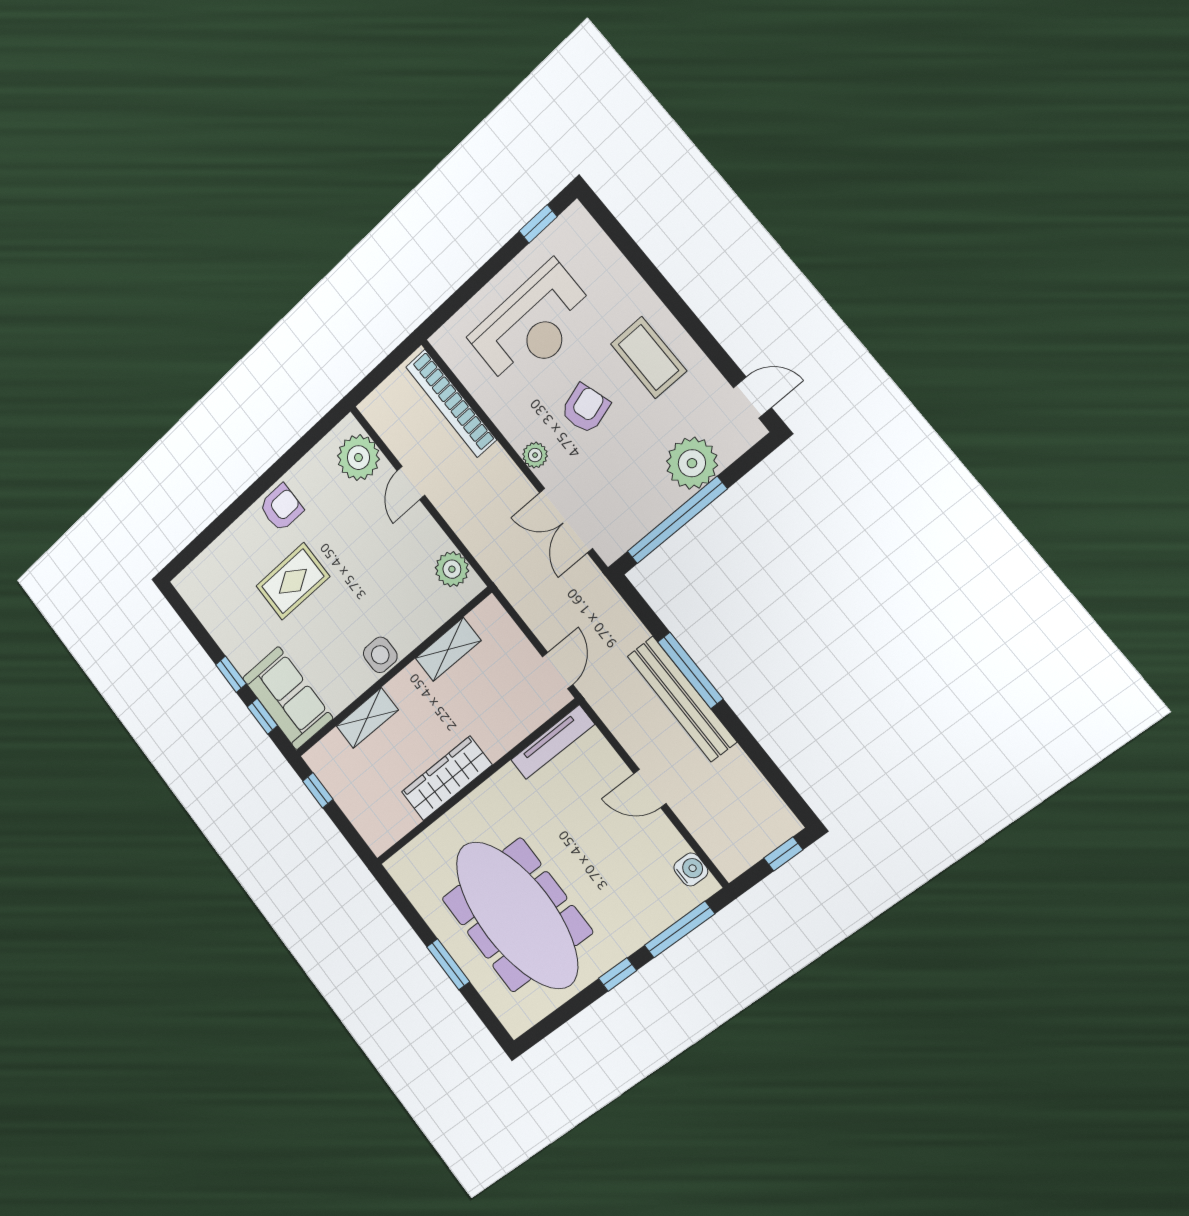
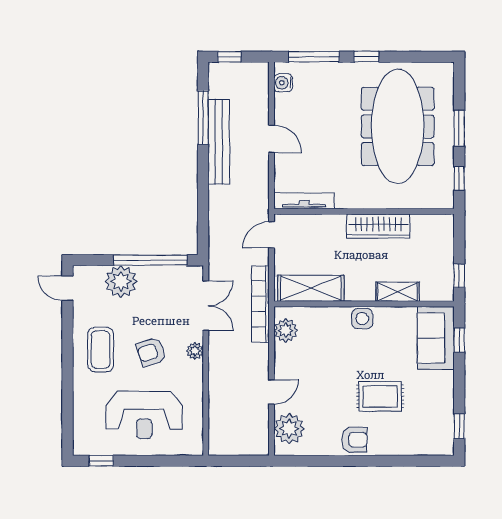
reception desk: (532, 325) -> (144, 415), turned 180
bookcase: (451, 403) -> (260, 304), moved, turned 180
armchair: (281, 508) -> (354, 440), turned 180
shelving: (448, 649) -> (311, 288), width x1.50, depth x1.33
window: (690, 670) -> (203, 118), moved
window: (231, 674) -> (459, 426), moved
bench: (682, 699) -> (219, 142), moved
window: (403, 904) -> (459, 178), added

